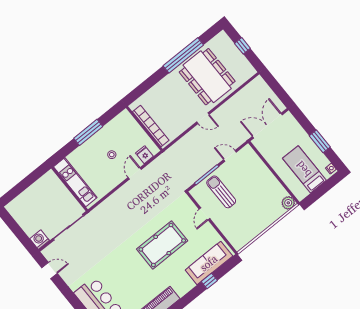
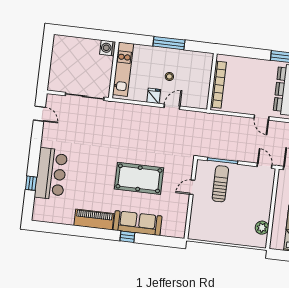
fridge: (144, 155) -> (154, 96), moved
door: (230, 156) -> (265, 166), moved
plant: (288, 203) -> (262, 228), moved
washing machine: (40, 240) -> (108, 48), moved, turned -90
sofa: (209, 263) -> (137, 223), moved
window: (209, 281) -> (127, 237), moved

